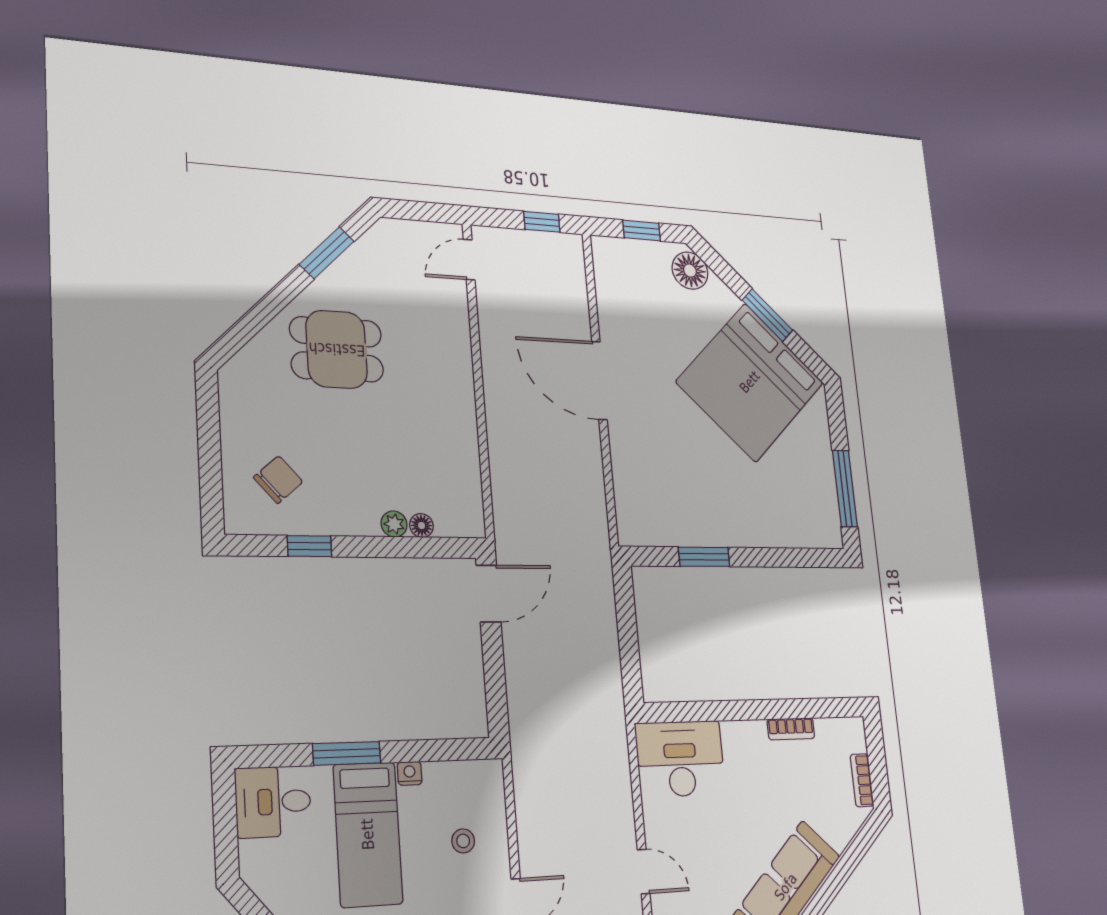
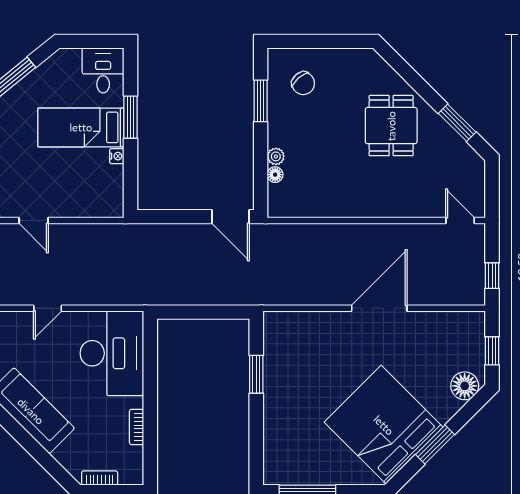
window: (310, 546) -> (261, 101), width x1.50
desk: (680, 759) -> (112, 353), width x1.36, depth x1.30
stool: (463, 841) -> (74, 188), removed

